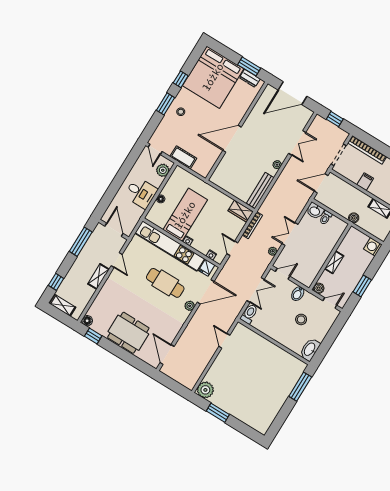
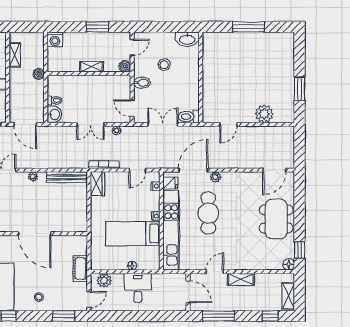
window: (166, 104) -> (64, 316), moved
door: (114, 230) -> (188, 292), swing flipped
door: (206, 292) -> (193, 170), hinge flipped
door: (330, 303) -> (132, 47), swing flipped
window: (300, 387) -> (249, 27), moved
plant: (205, 390) -> (264, 114), moved

